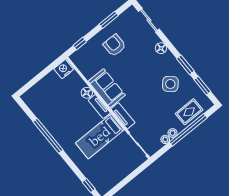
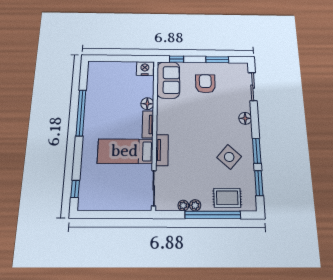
sofa: (107, 88) -> (168, 80), moved

